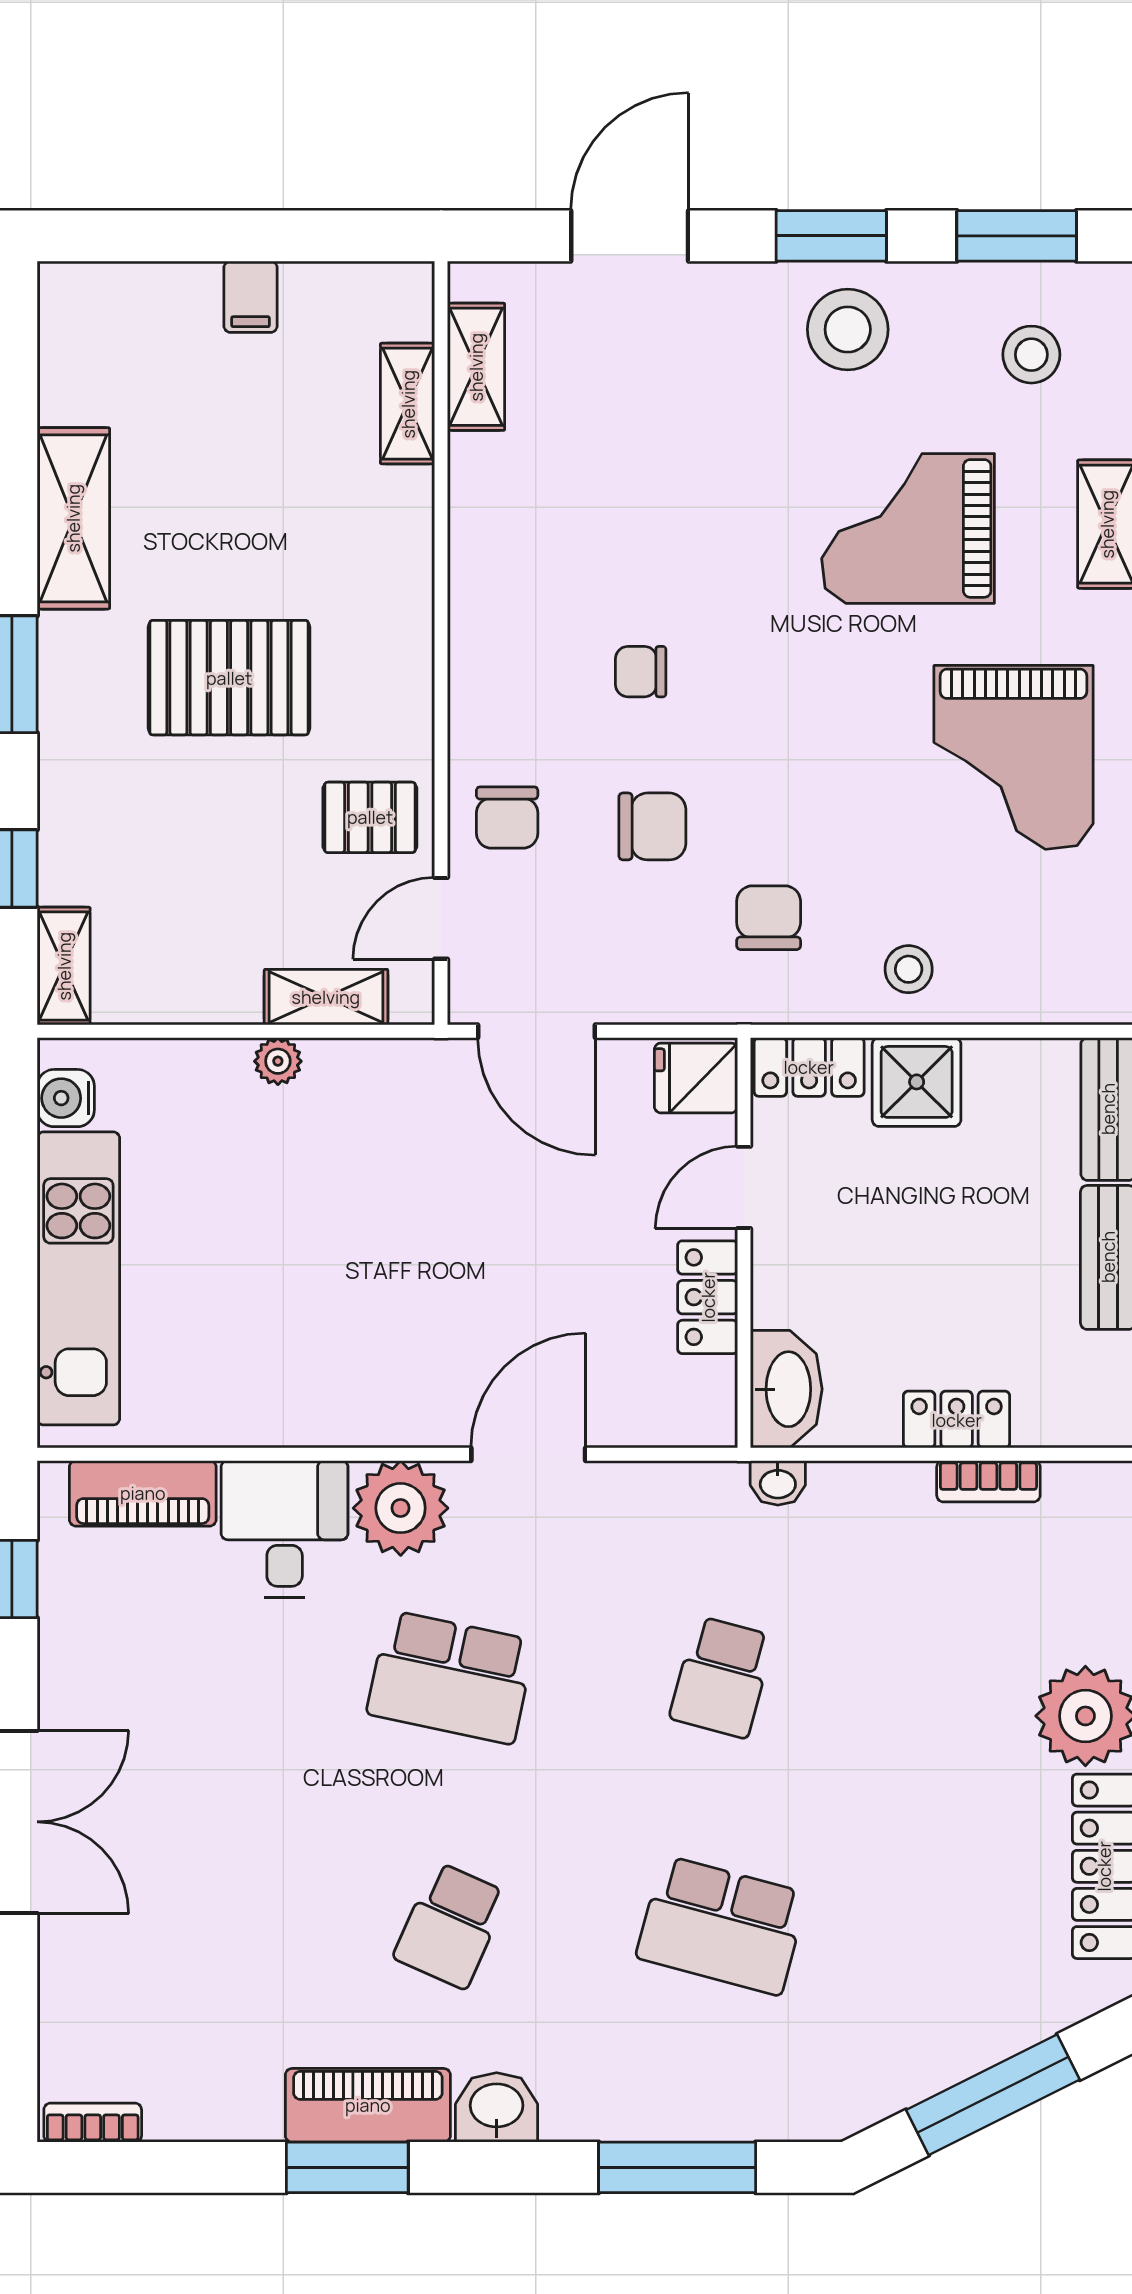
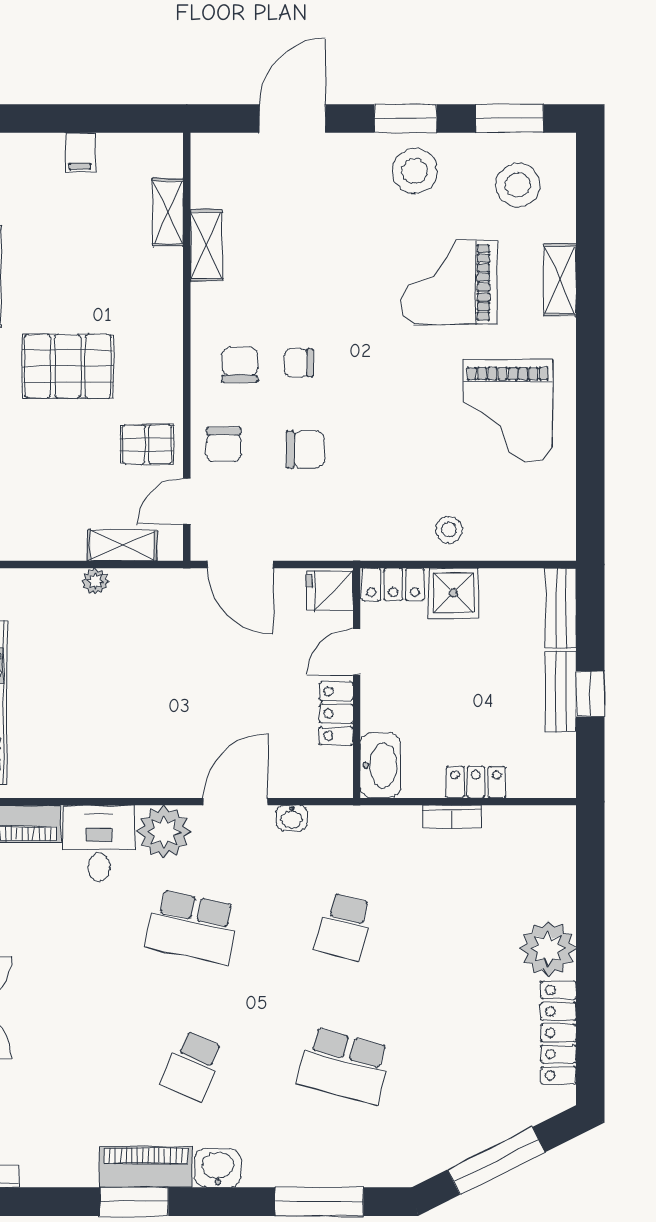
stool: (1031, 355) -> (518, 185), width x1.38, depth x1.38
shelving: (476, 367) -> (206, 245), moved
chair: (769, 918) -> (240, 365), moved
bookcase: (988, 1481) -> (452, 817), moved
washbasin: (778, 1483) -> (292, 818), moved

